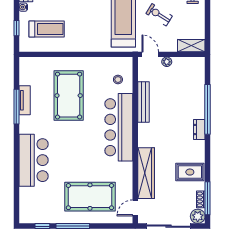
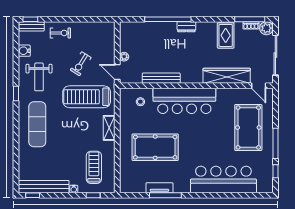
shelving: (191, 46) -> (109, 128), moved
door: (150, 54) -> (117, 72), hinge flipped
bar counter: (34, 160) -> (223, 179), width x1.36

